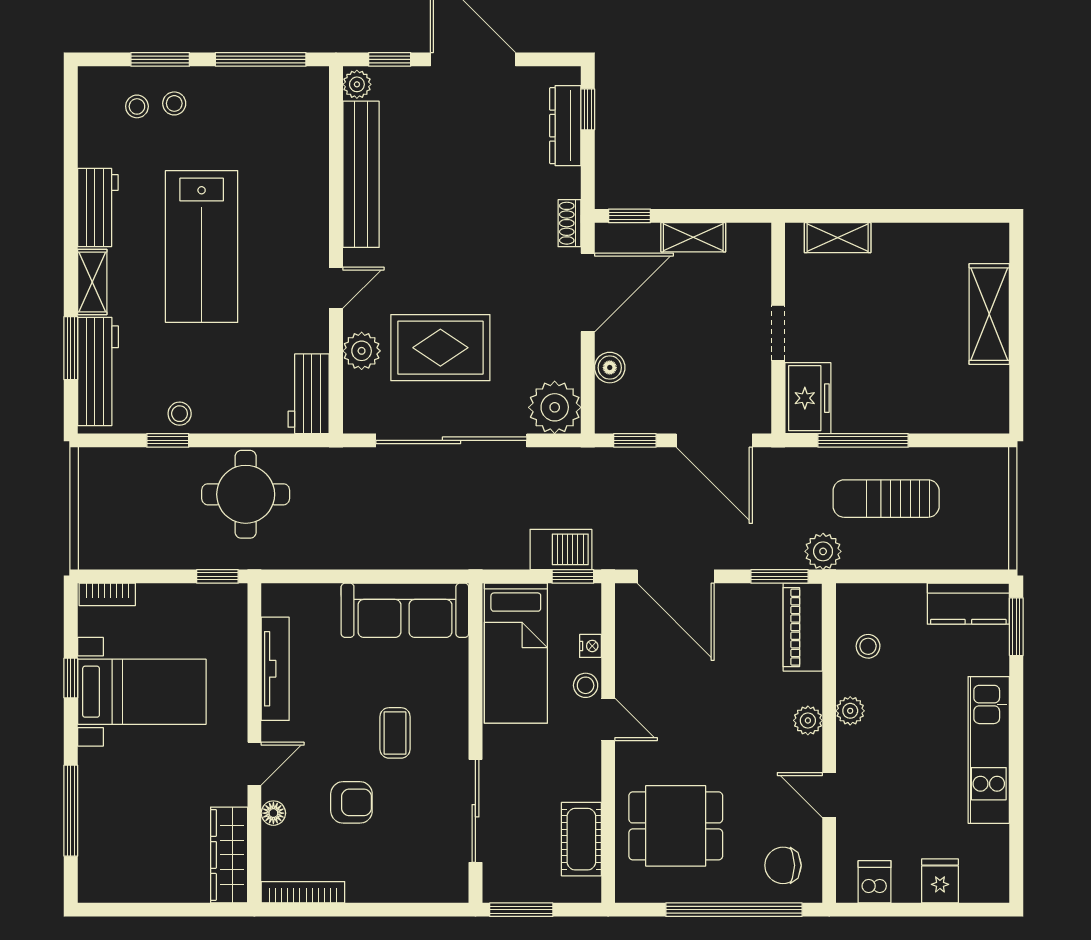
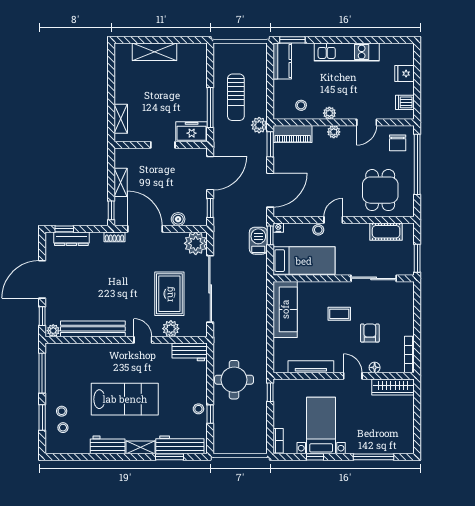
nightstand: (590, 646) -> (278, 228), moved

